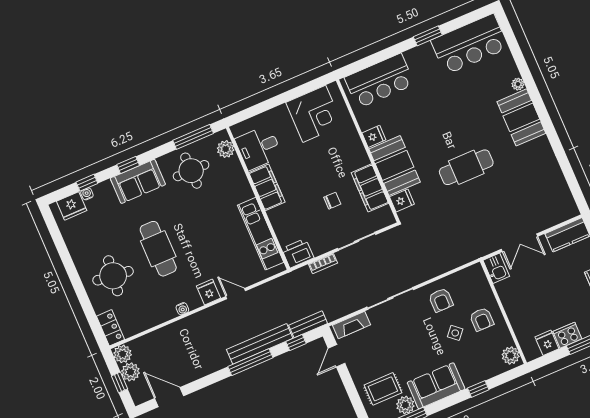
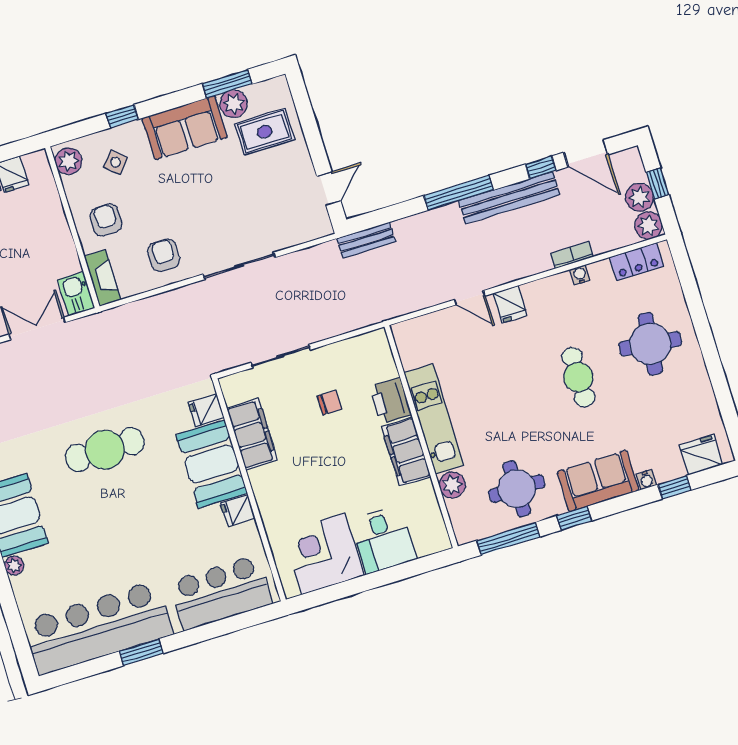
bar counter: (470, 44) -> (98, 628), width x1.36
desk: (259, 148) -> (383, 540), moved, turned 90
plant: (226, 149) -> (452, 485), moved
window: (128, 165) -> (574, 518), moved
water cooler: (87, 194) -> (646, 480), moved
chair: (332, 201) -> (330, 403), moved, turned 180
kitchen unit: (261, 234) -> (434, 419), moved
cafe table: (158, 249) -> (578, 377), width x0.73, depth x0.74
printer: (298, 253) -> (390, 401), moved, turned 90
bookcase: (323, 264) -> (572, 255), moved
water cooler: (182, 309) -> (580, 275), moved
fireplace: (352, 325) -> (102, 278), moved, turned 90
locker: (110, 328) -> (637, 262), moved, turned -90
side table: (455, 333) -> (116, 162), moved
window: (296, 342) -> (541, 167), moved
bench: (260, 344) -> (509, 198), moved

